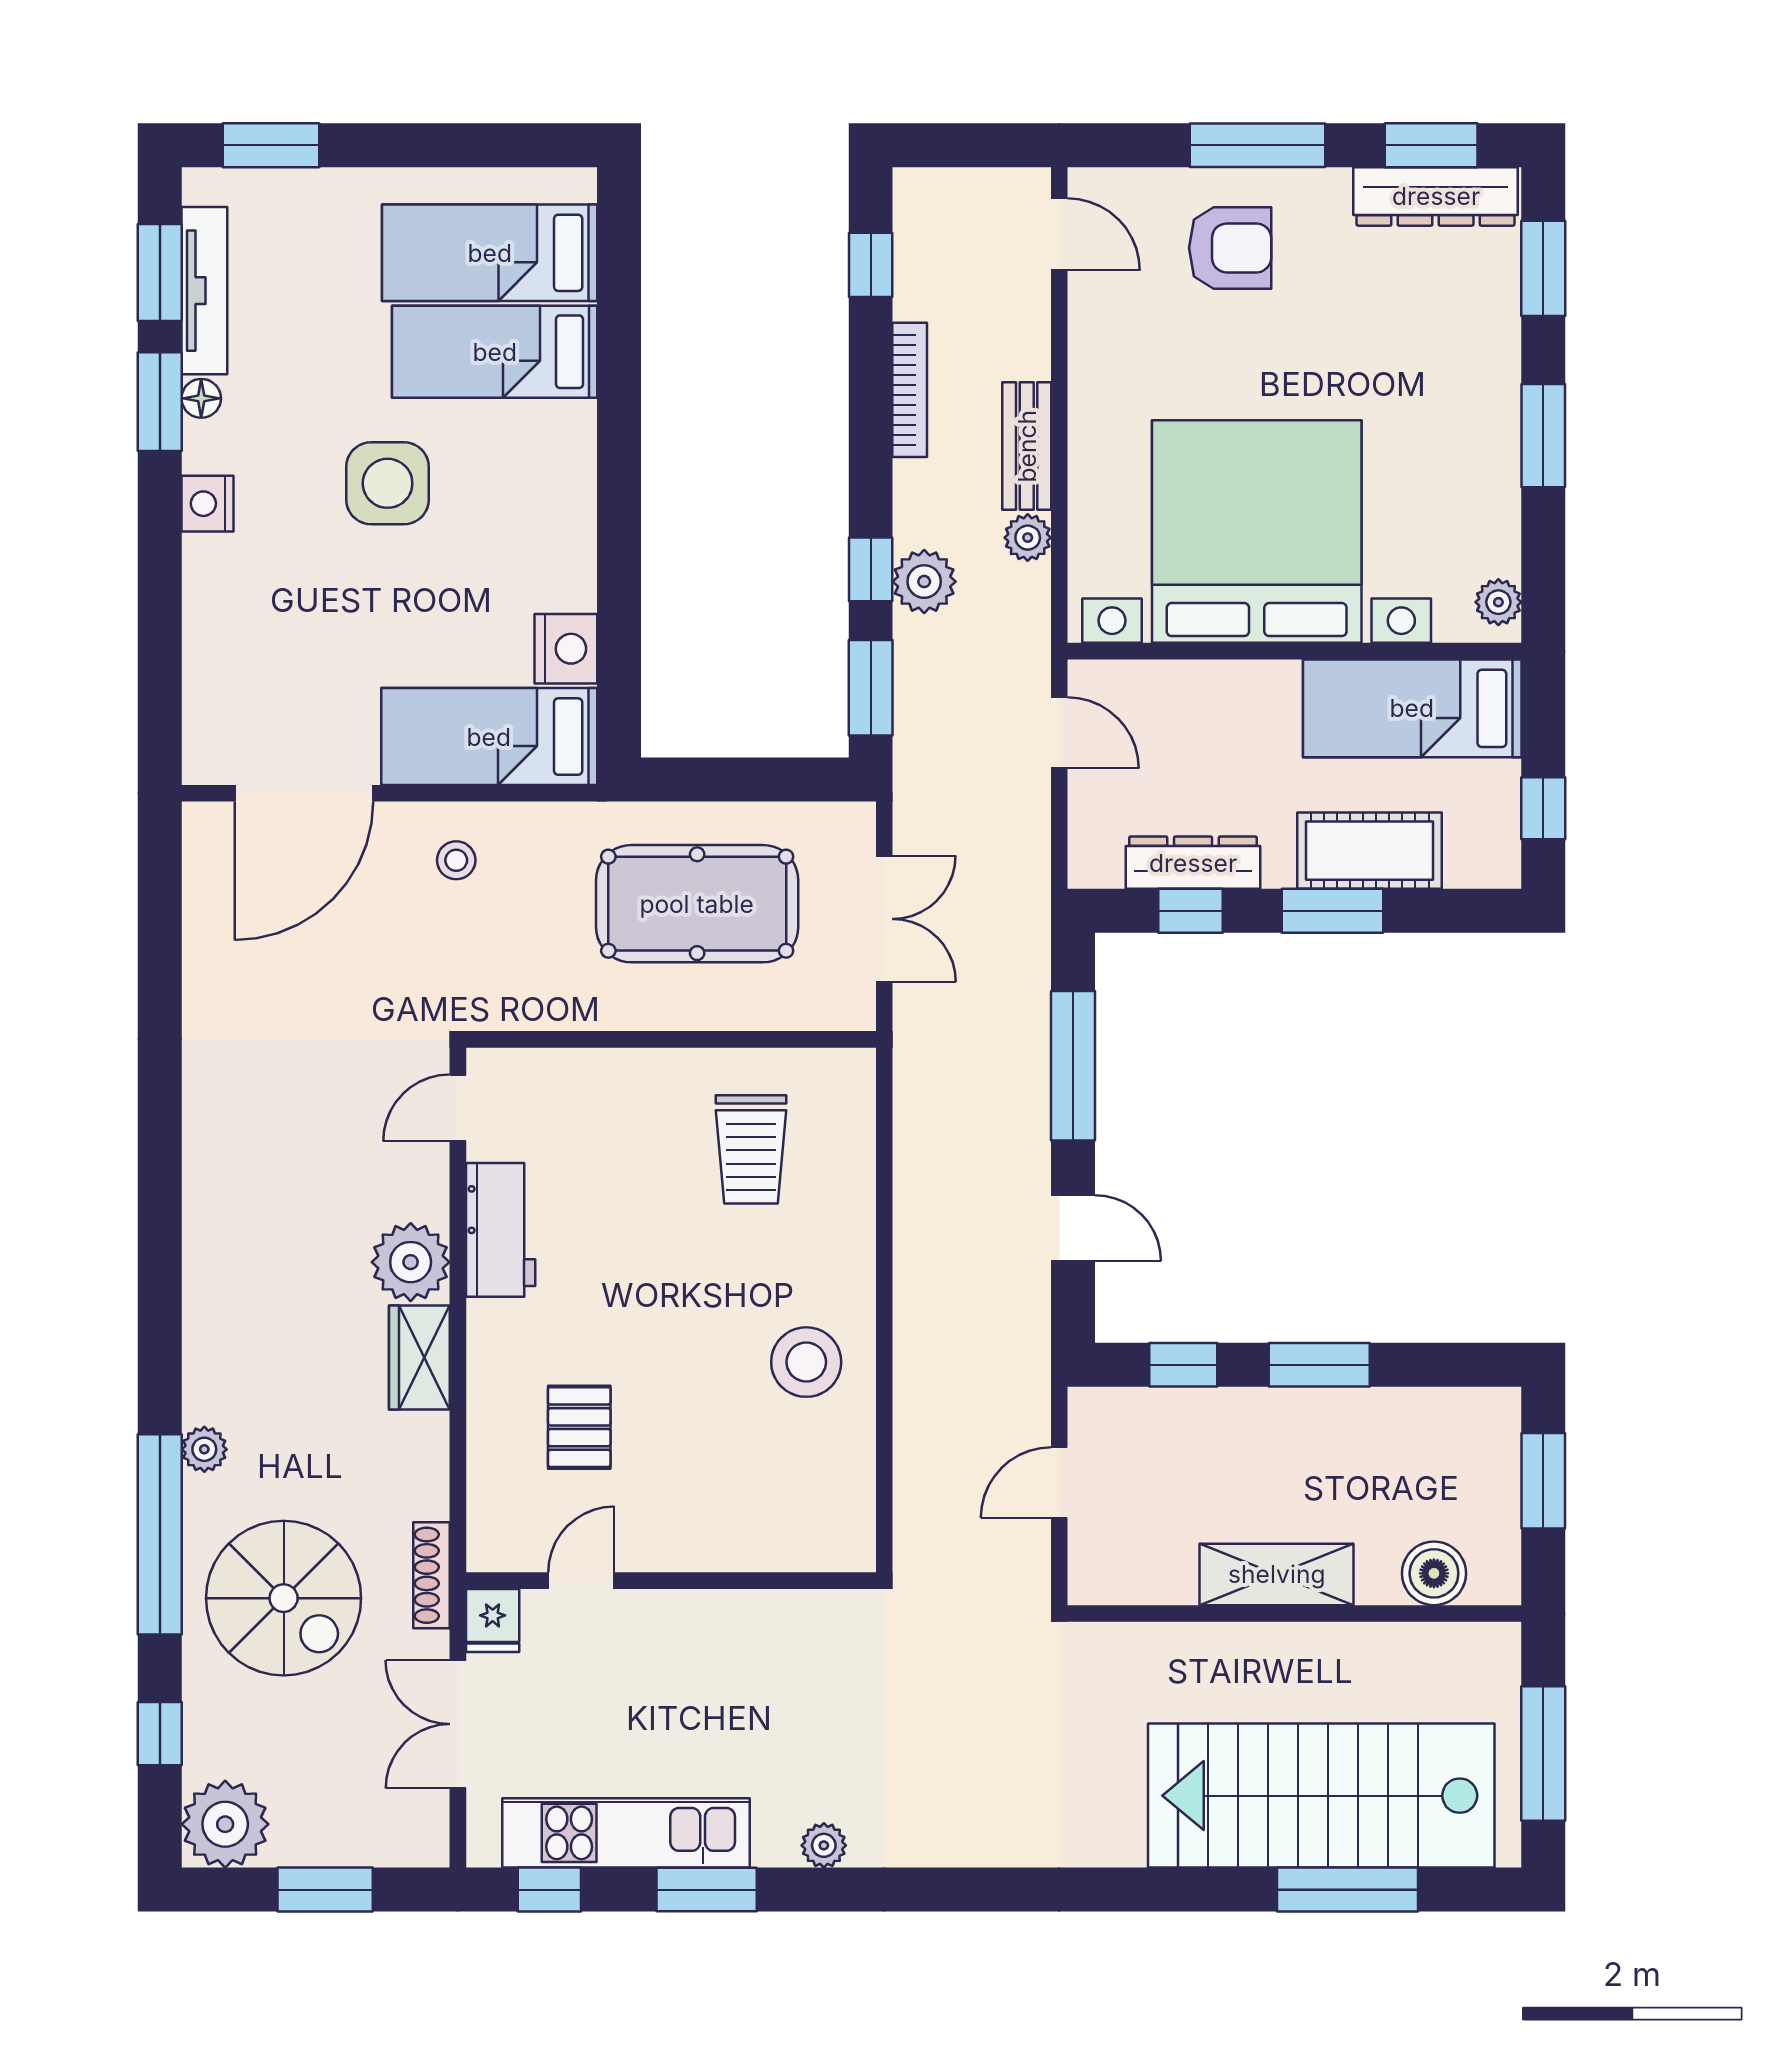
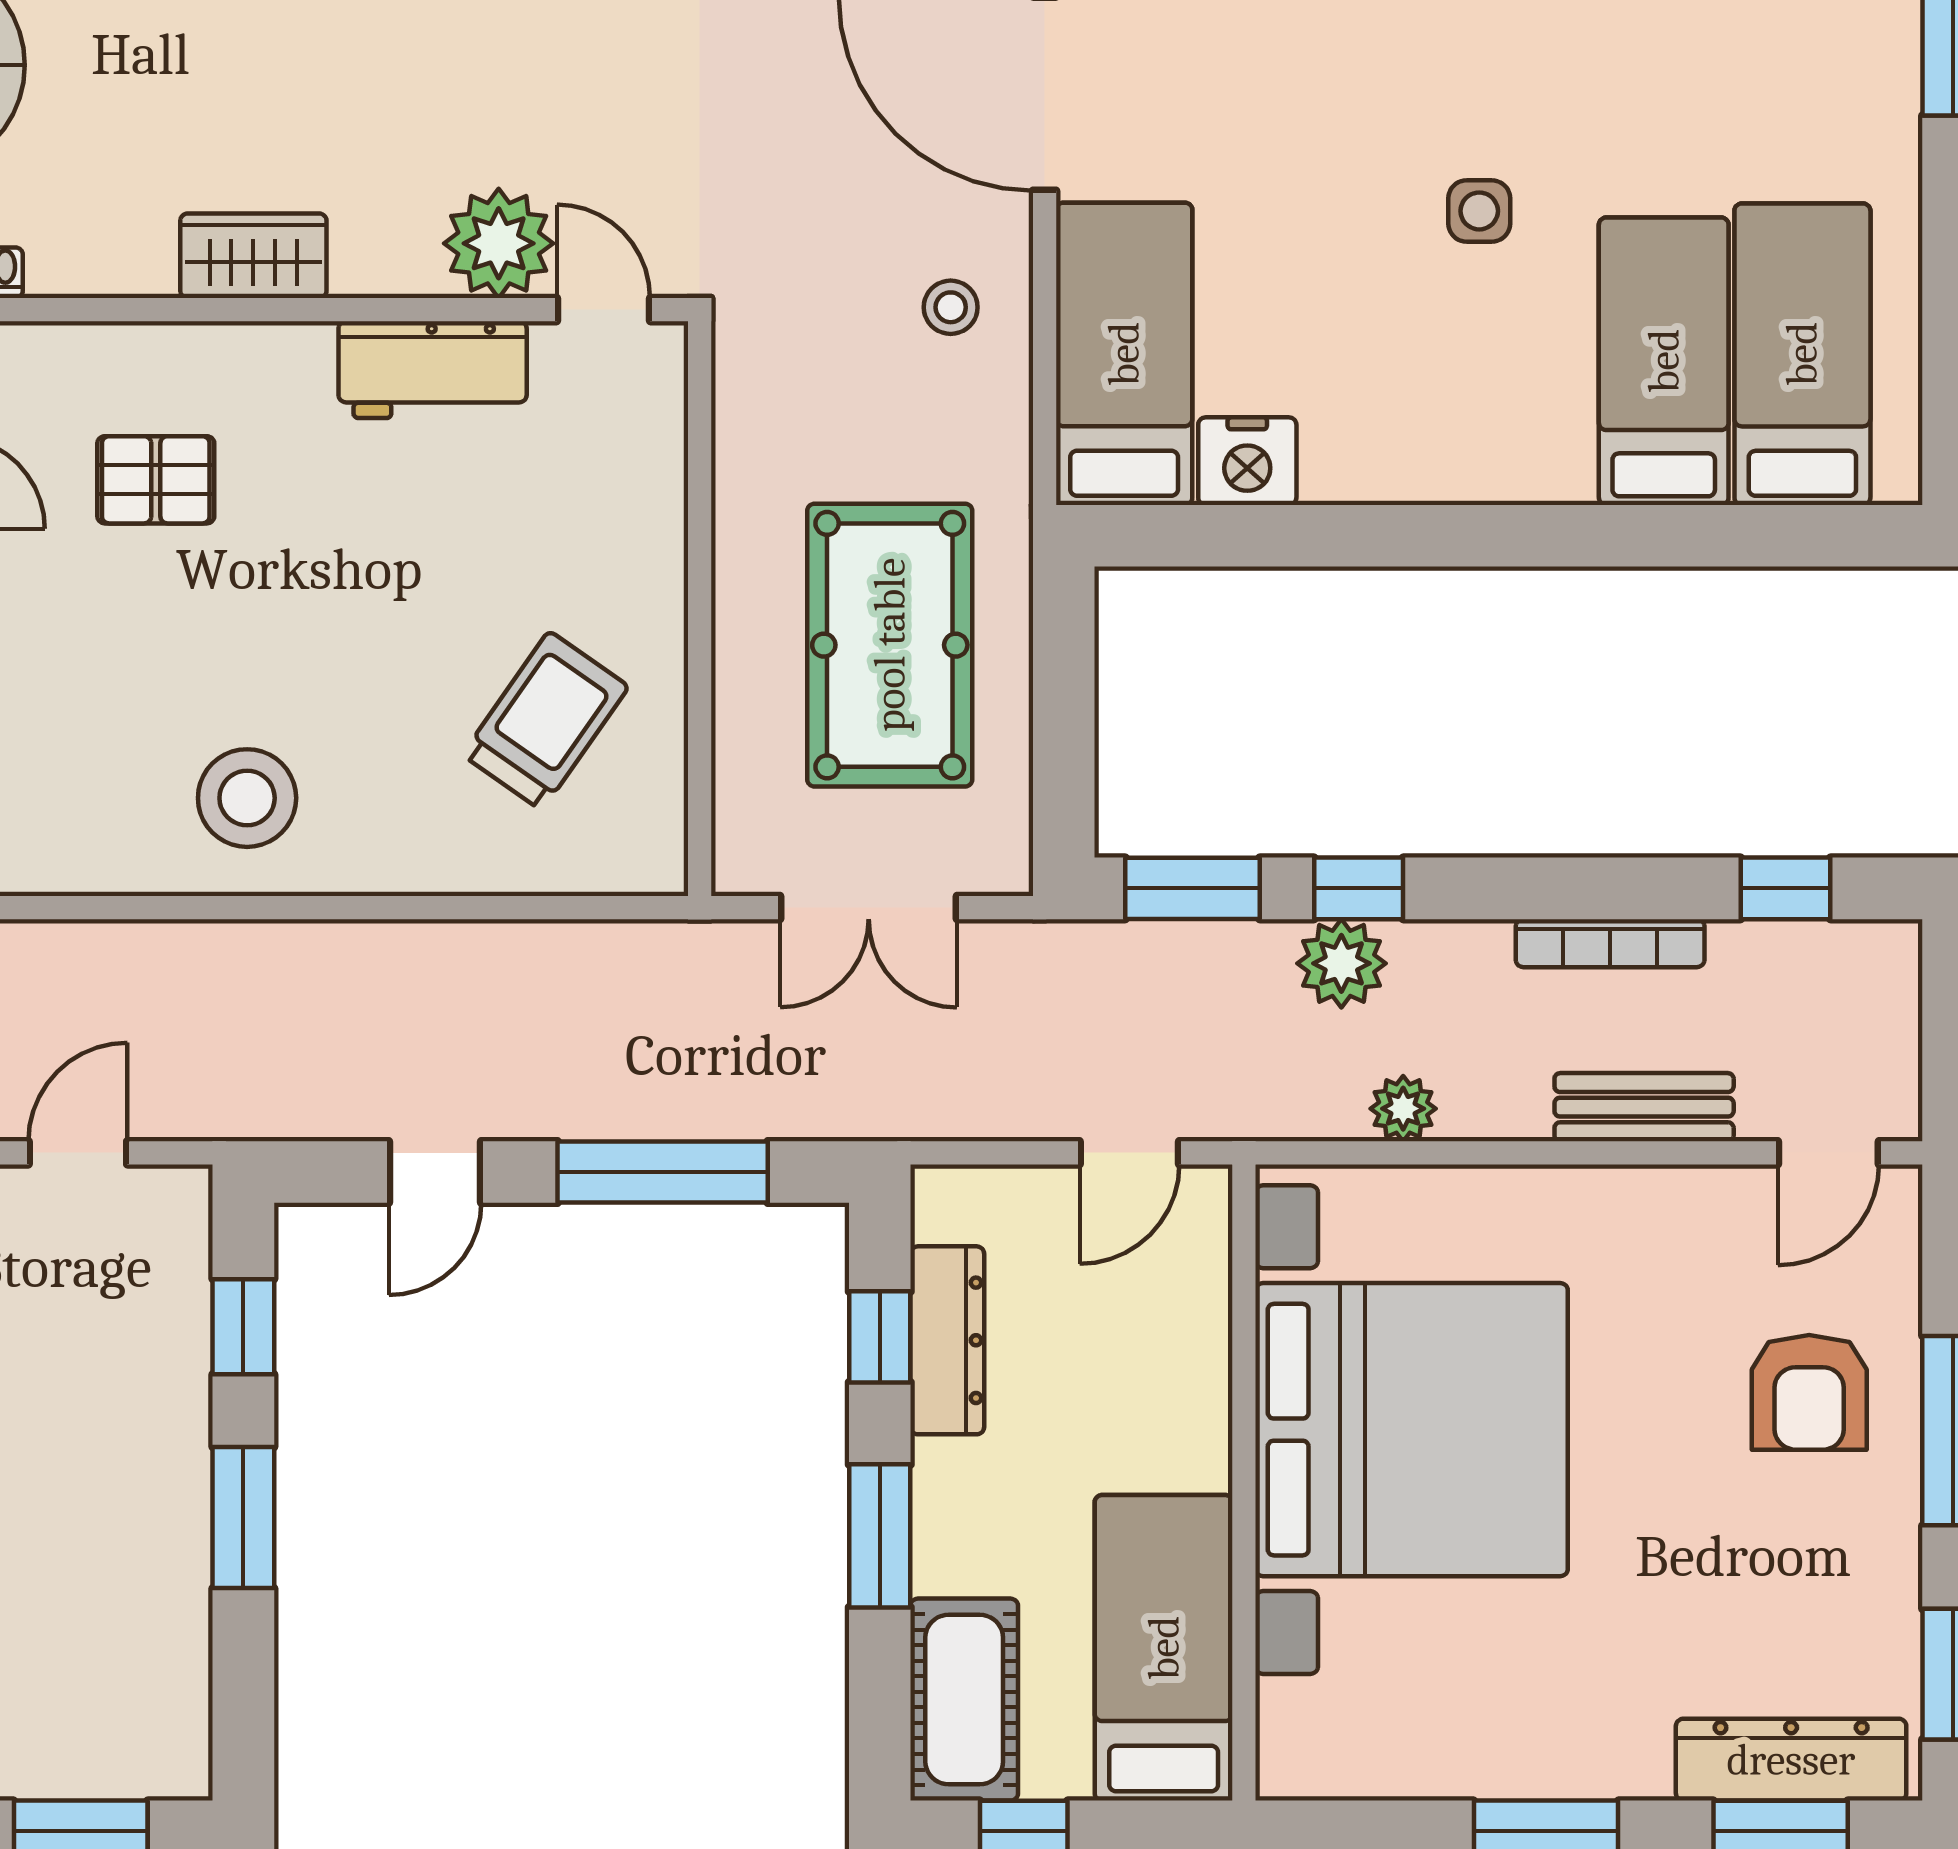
dresser: (1436, 196) -> (1791, 1760), moved, turned 90
bench: (1027, 446) -> (1644, 1107), moved
side table: (388, 483) -> (1479, 211), width x0.54, depth x0.54
plant: (1498, 602) -> (1313, 1769), removed
cot: (1370, 851) -> (964, 1700), moved
trolley: (751, 1149) -> (545, 721), turned 125
plant: (411, 1262) -> (499, 243), moved
door: (1059, 1483) -> (78, 1153), hinge flipped

